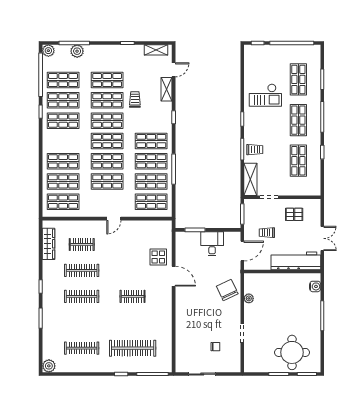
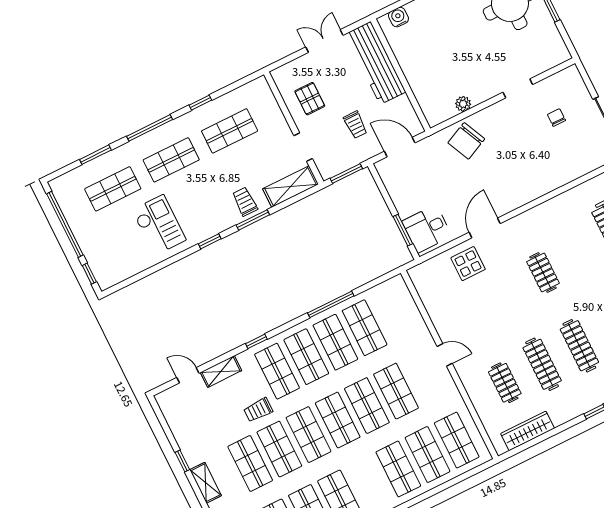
shelving: (156, 50) -> (206, 483), moved
shop shelf: (151, 202) -> (277, 371), moved
desk: (212, 244) -> (427, 229), moved

